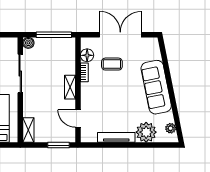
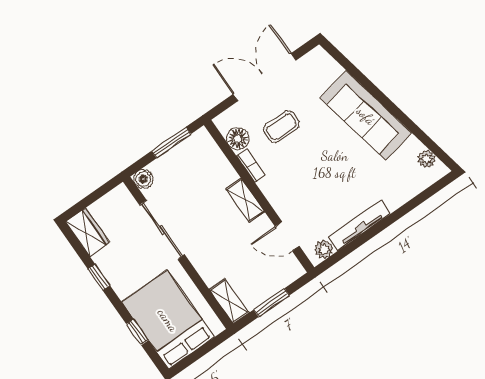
window: (54, 35) -> (171, 142), width x0.69
plant: (146, 132) -> (324, 249), moved, width x0.53, depth x0.53
window: (59, 145) -> (272, 303), moved

